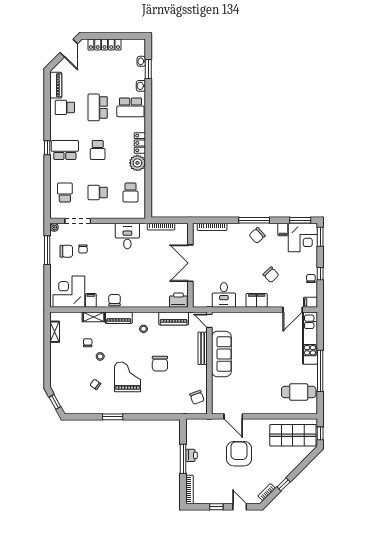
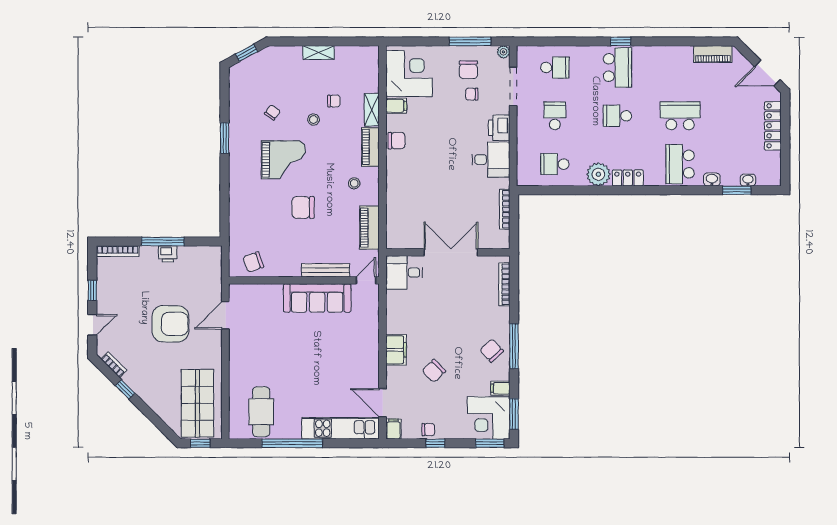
school desk: (65, 107) -> (680, 68), removed
desk: (224, 295) -> (404, 273), moved
printer: (178, 300) -> (499, 128), moved, turned 180
shelving: (55, 332) -> (319, 53), moved

